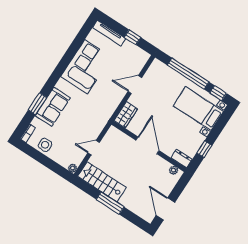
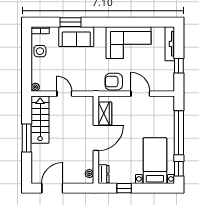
armchair: (110, 100) -> (114, 82), added
wardrobe: (126, 115) -> (105, 114), moved, turned -90

